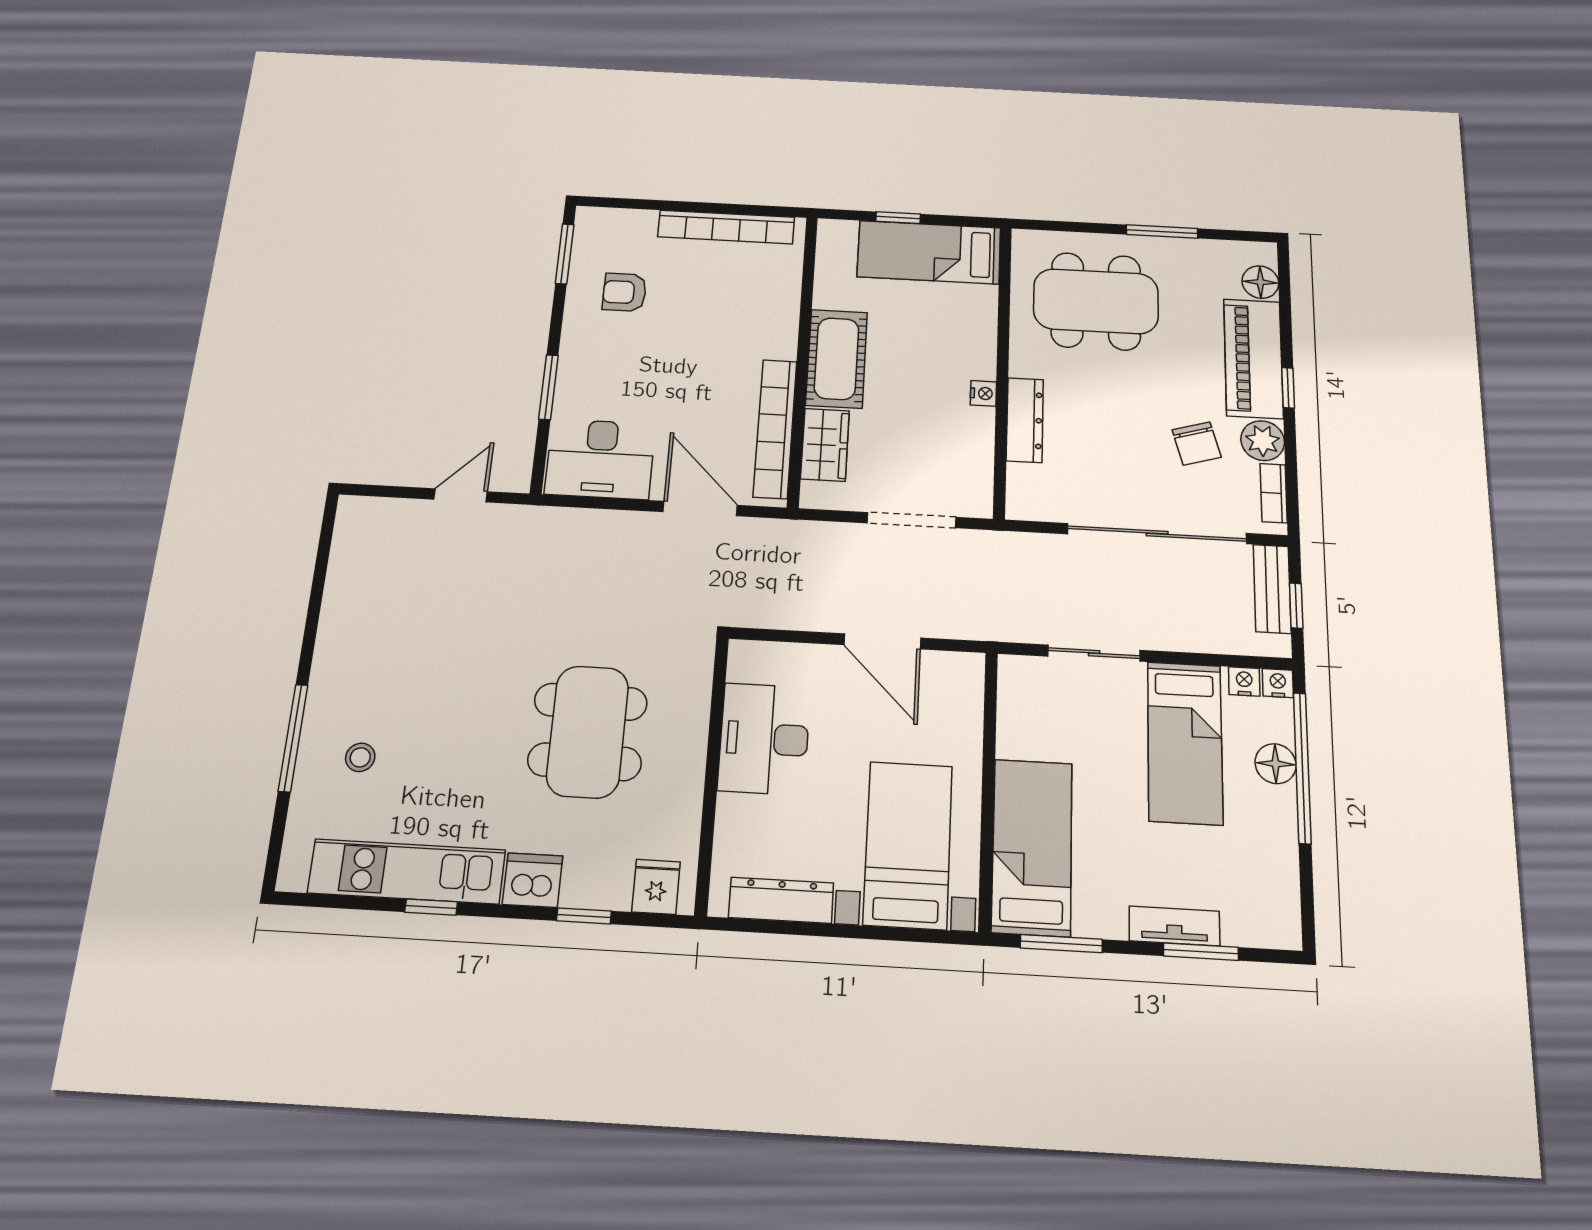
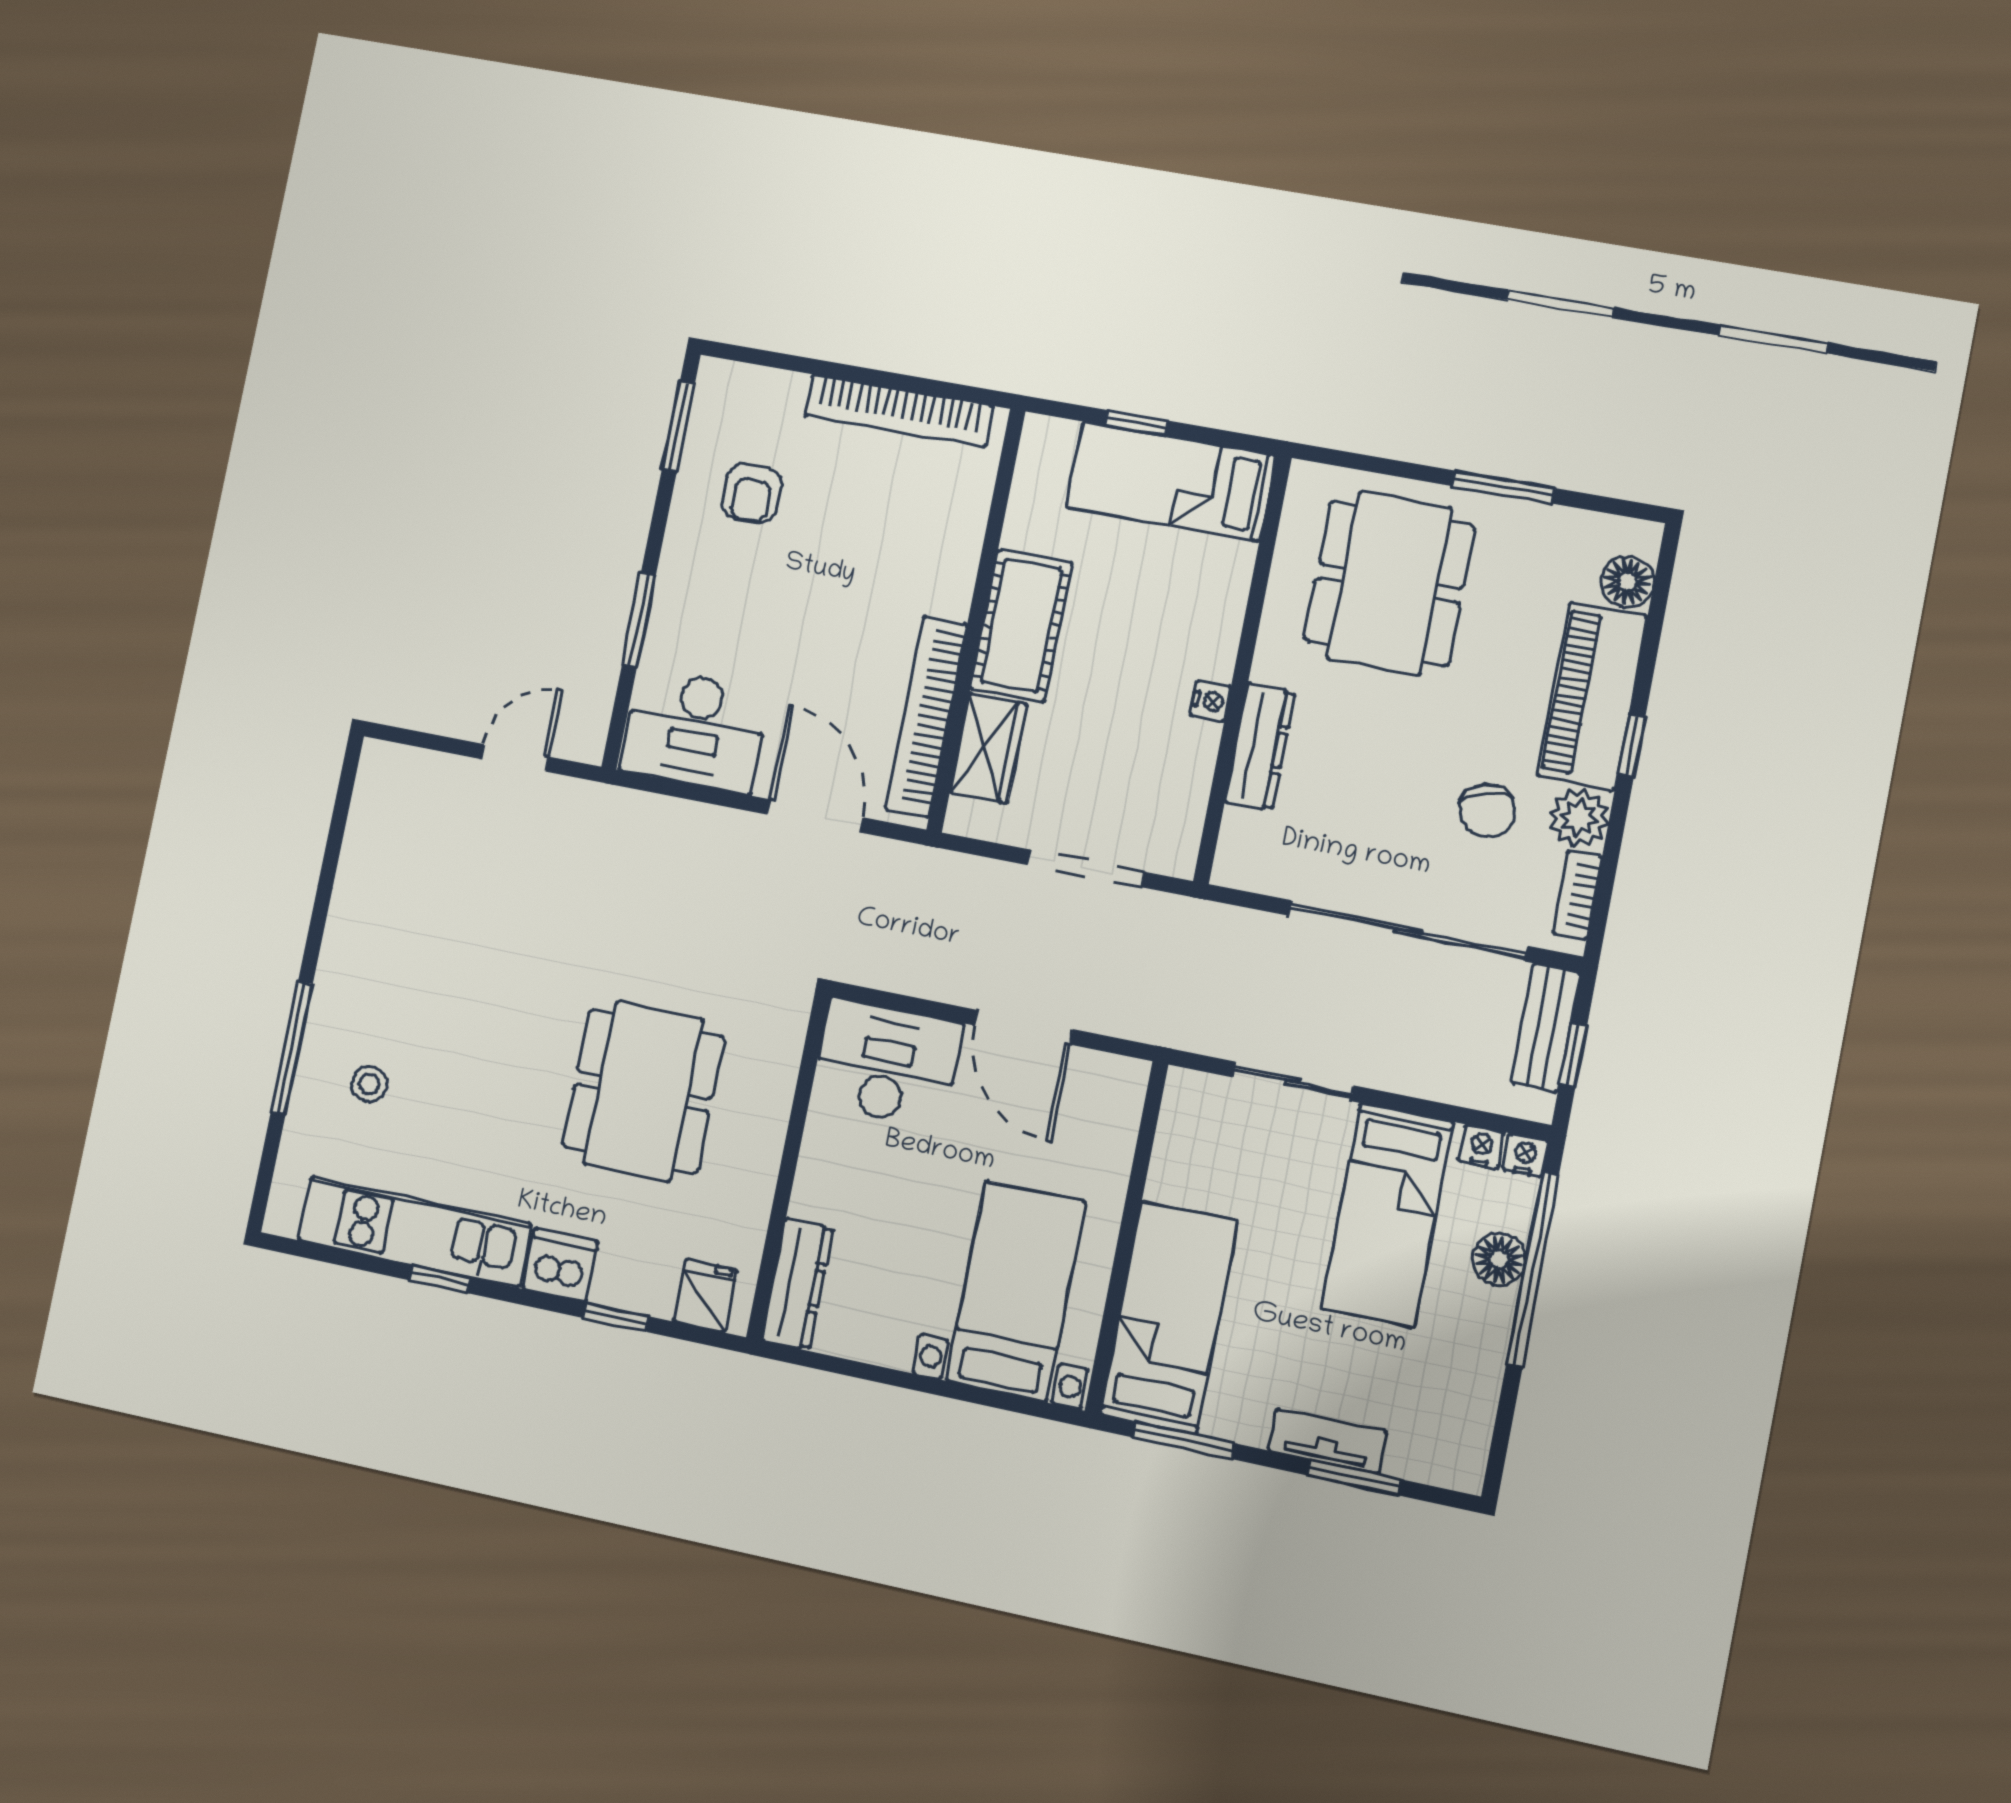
armchair: (625, 292) -> (752, 493), turned -90
dining table: (1096, 301) -> (1389, 583), turned 90
desk: (764, 739) -> (886, 1063), moved, turned 90
dresser: (781, 900) -> (797, 1284), moved, turned 90

